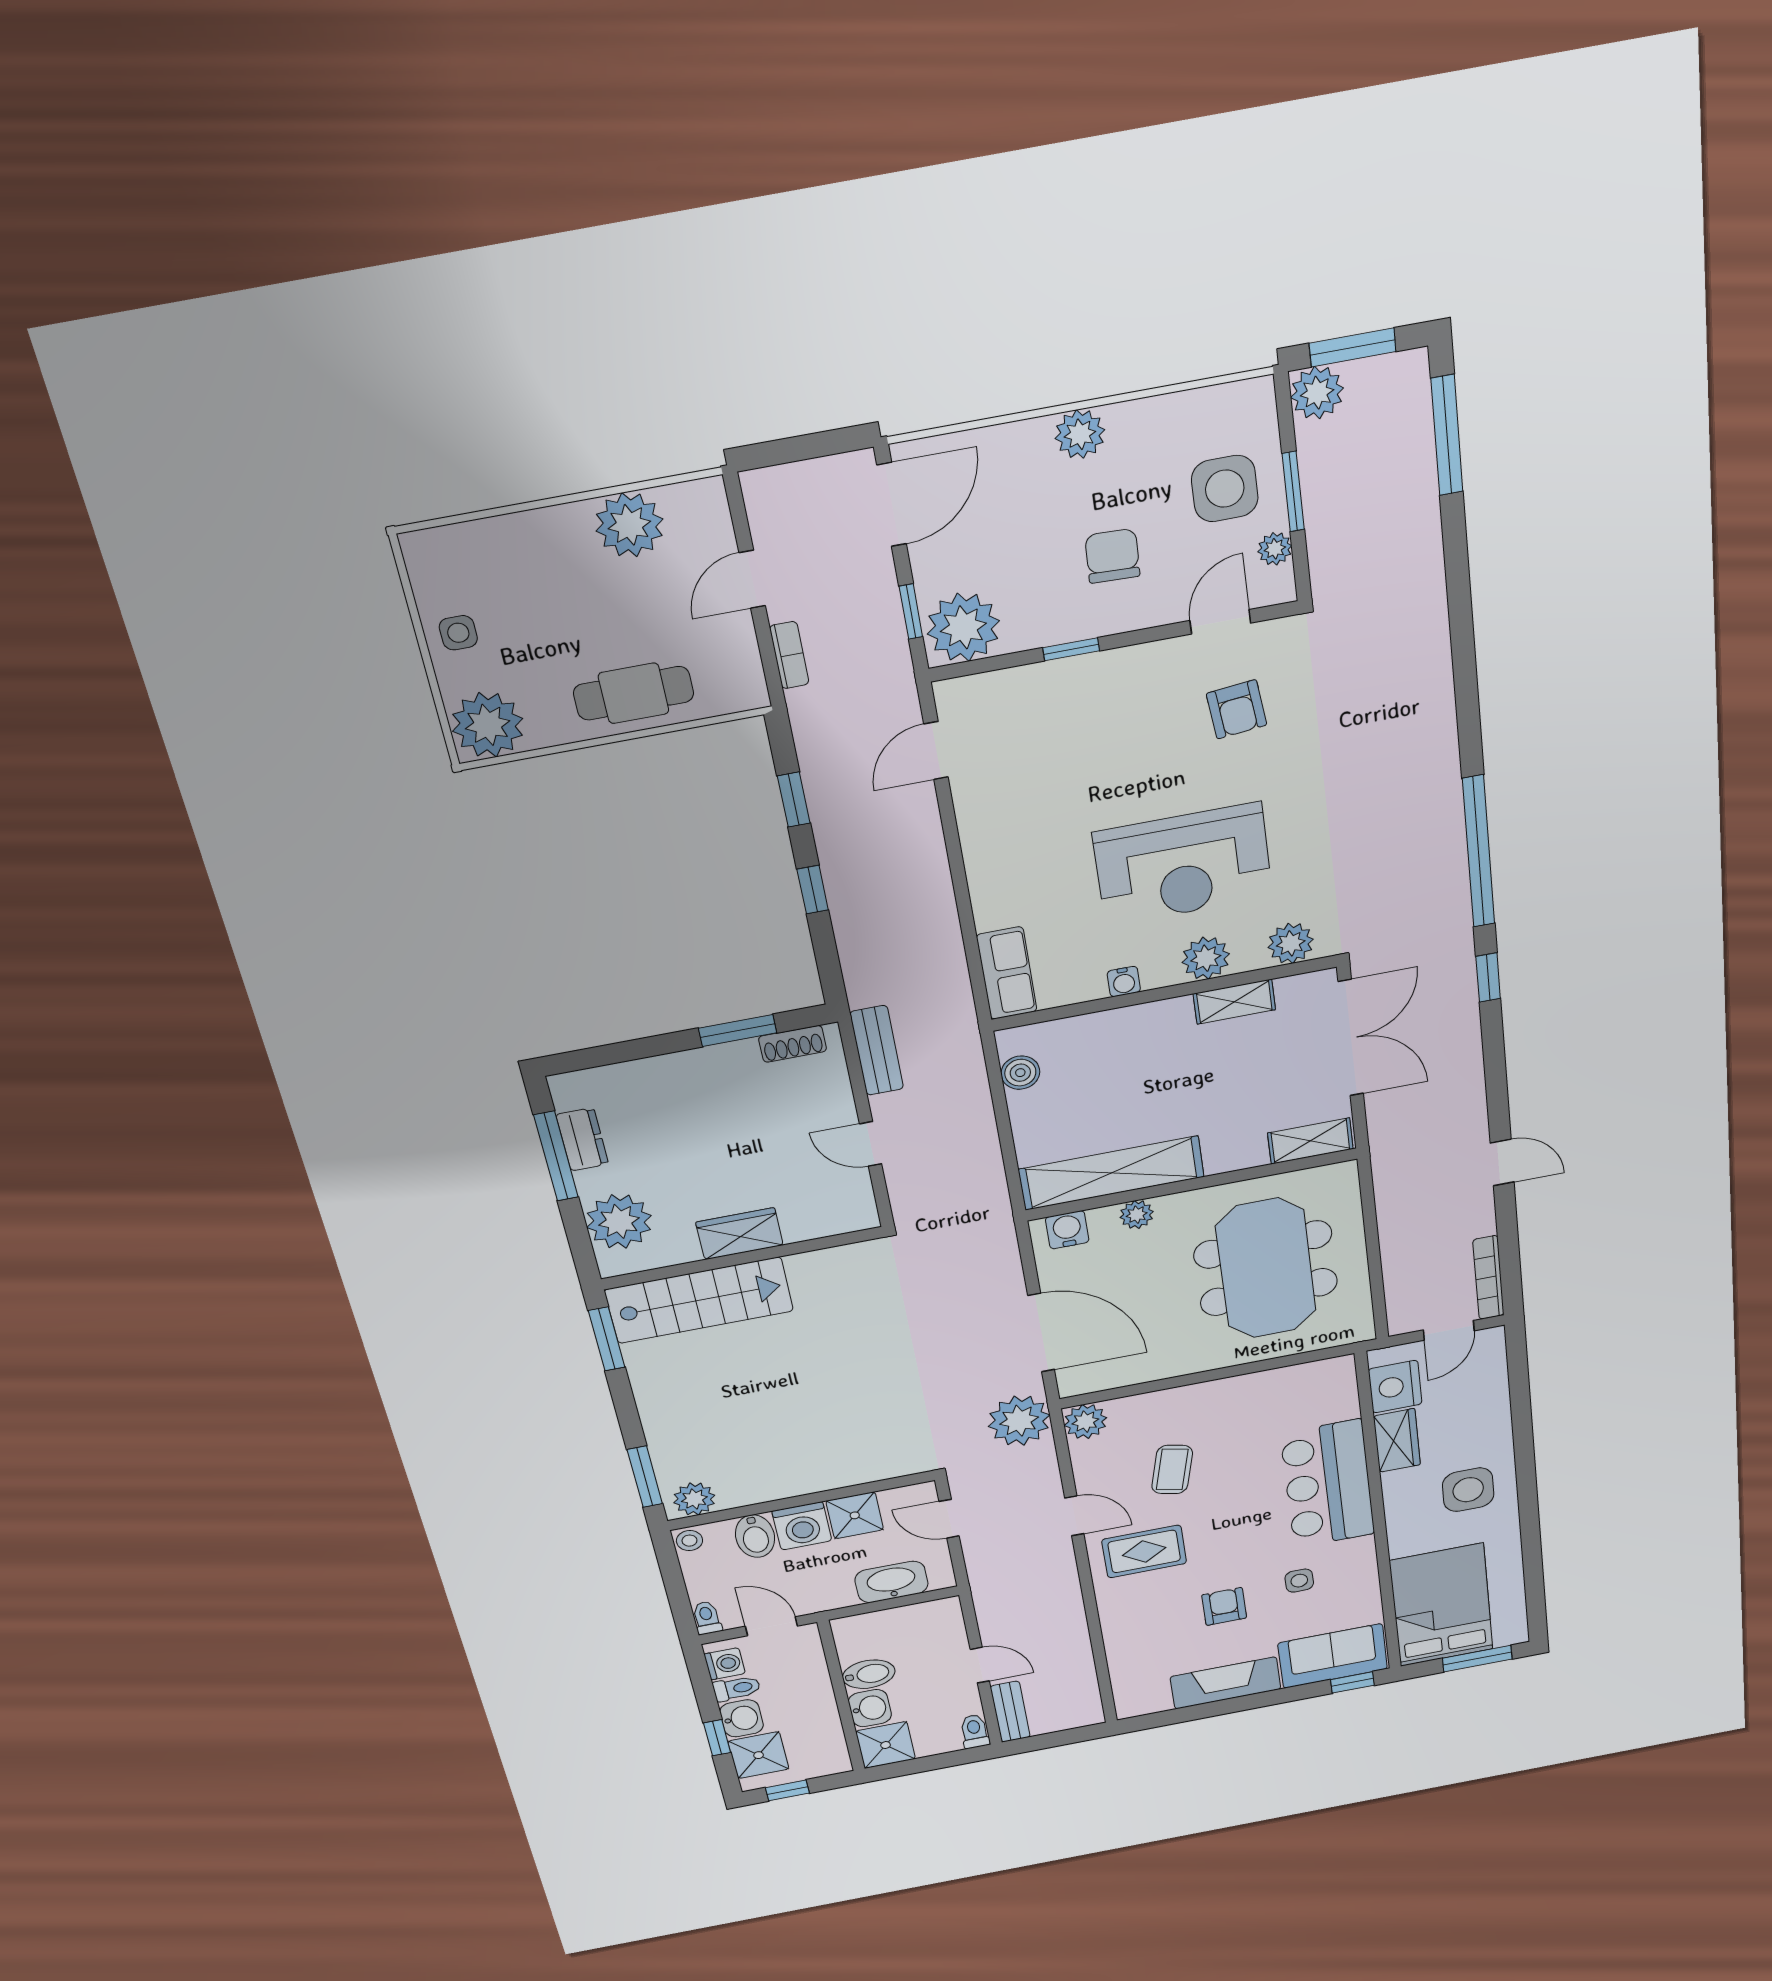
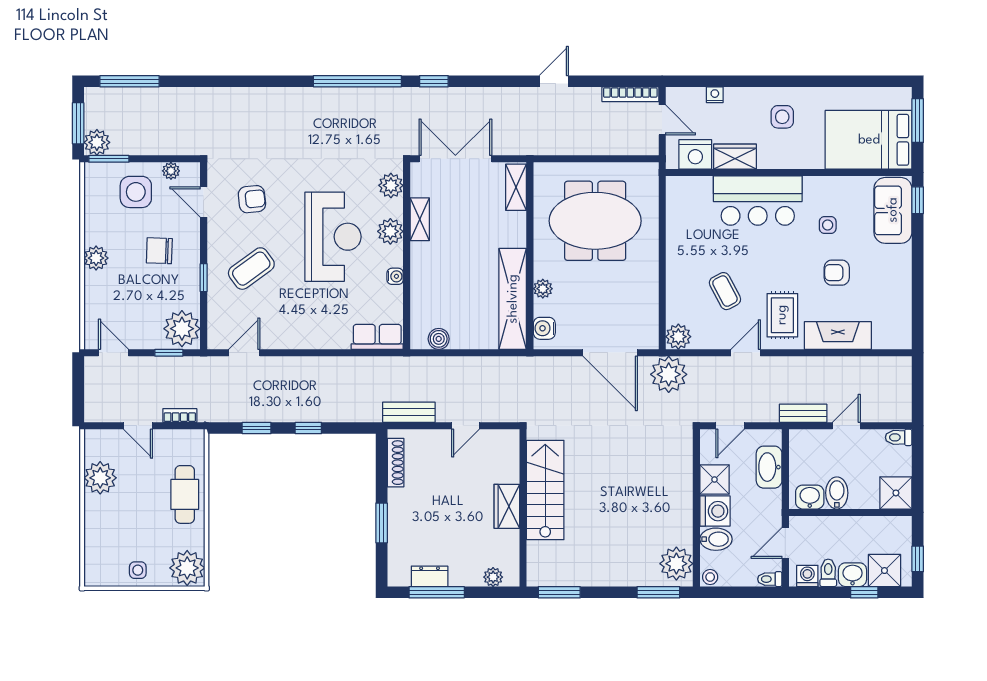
window: (1293, 492) -> (109, 159), moved
door: (892, 505) -> (114, 353), width x0.73
coffee table: (1102, 733) -> (251, 269), added
door: (936, 751) -> (244, 353), swing flipped
window: (738, 1031) -> (382, 523), moved
shoe rack: (793, 1044) -> (396, 463), width x1.43
plant: (619, 1221) -> (493, 577), width x0.53, depth x0.53
stairs: (699, 1300) -> (545, 490), moved
door: (1041, 1333) -> (610, 353), swing flipped
nightstand: (1497, 1394) -> (715, 95), added
coffee table: (1172, 1469) -> (725, 291), turned 48
side table: (1468, 1490) -> (782, 117), width x0.73, depth x0.73
plant: (694, 1499) -> (676, 564), width x1.36, depth x1.36
fireplace: (1226, 1683) -> (838, 336), moved, turned 90
washbasin: (870, 1708) -> (810, 497), moved
bench: (1010, 1712) -> (803, 413), moved

